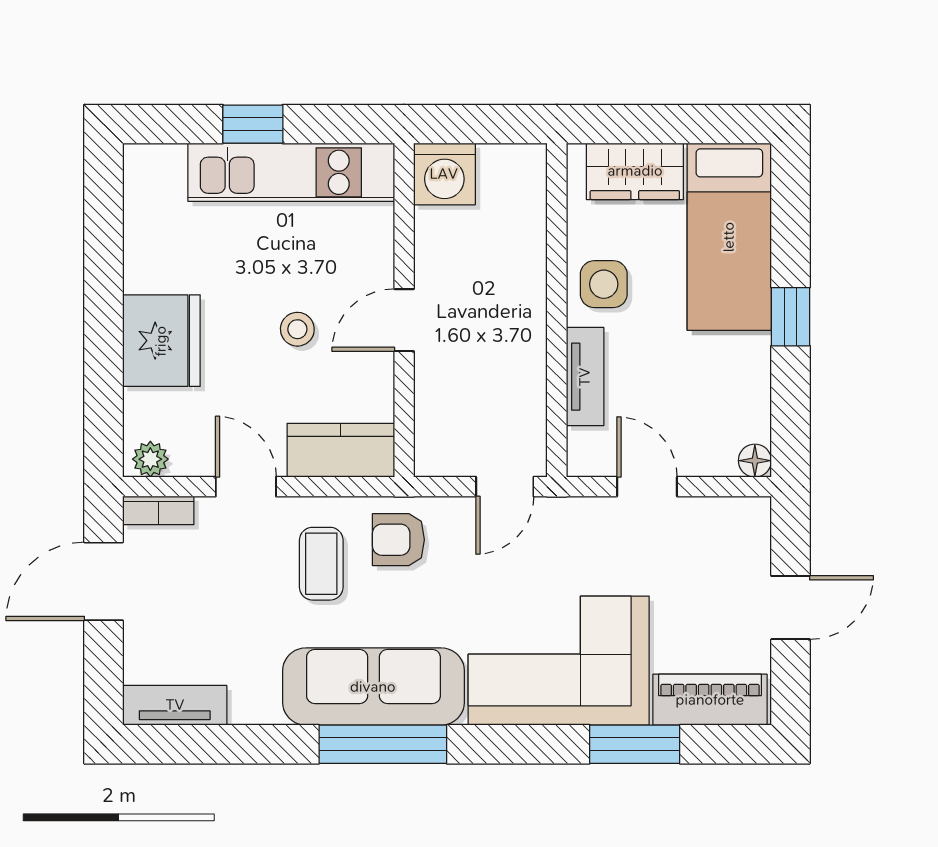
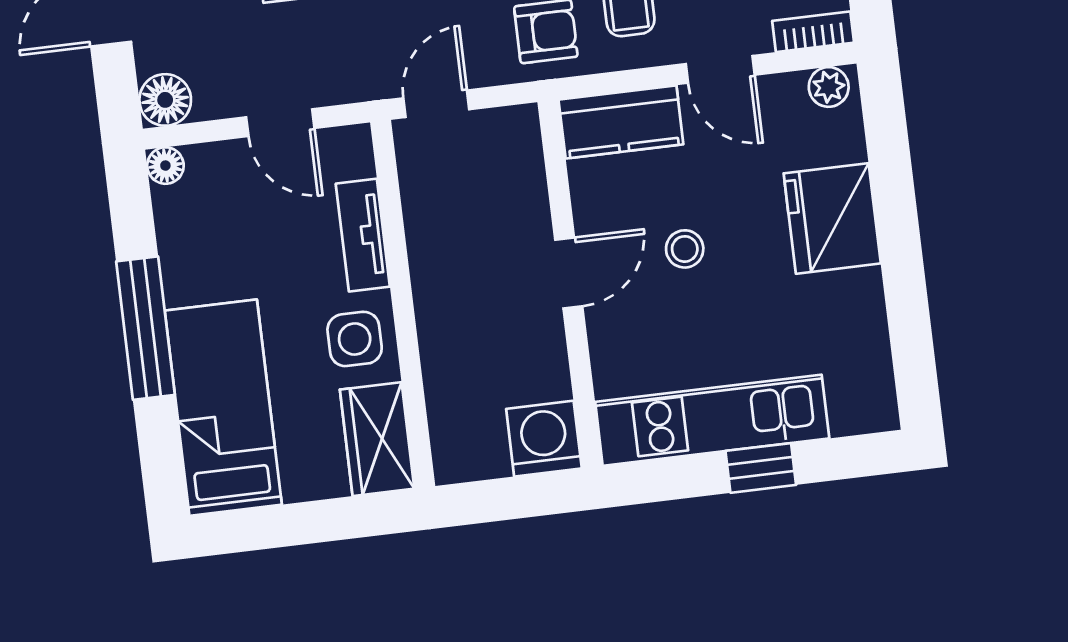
wardrobe: (635, 171) -> (377, 439), moved, turned -90
window: (790, 317) -> (146, 328), width x2.17
floor lamp: (748, 520) -> (165, 100), added

